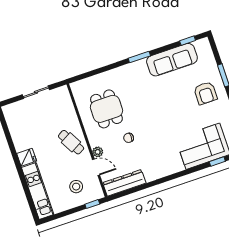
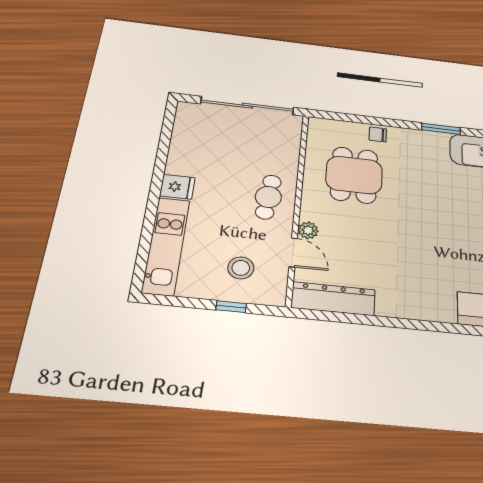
sliding door: (36, 92) -> (247, 106), width x1.86
chair: (129, 138) -> (378, 134), moved
cafe table: (71, 142) -> (268, 197), turned 35
window: (92, 204) -> (231, 307), moved

